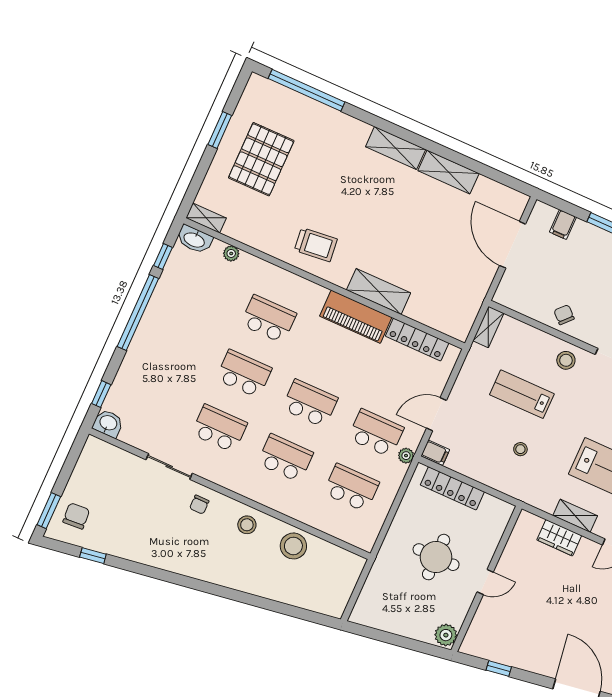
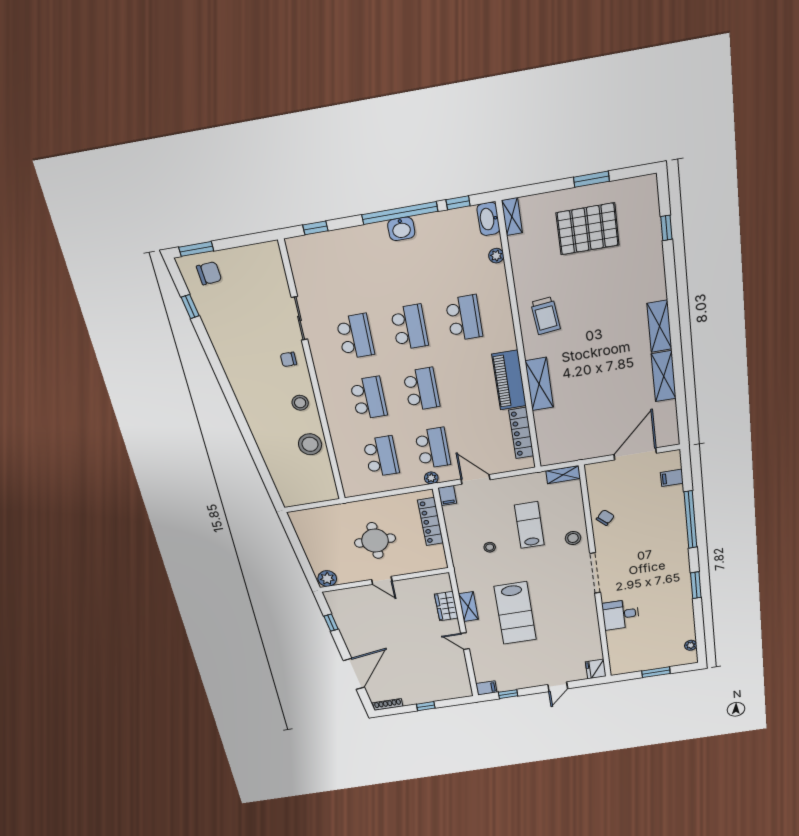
window: (306, 90) -> (666, 228), width x0.32
washbasin: (108, 423) -> (401, 229), moved, turned 90

